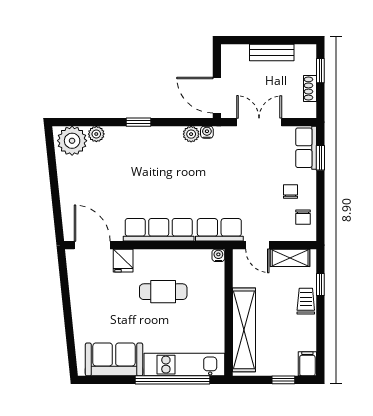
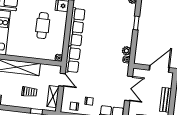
door: (217, 95) -> (159, 69), moved
door: (257, 245) -> (62, 80), swing flipped
trolley: (306, 301) -> (29, 92), moved

